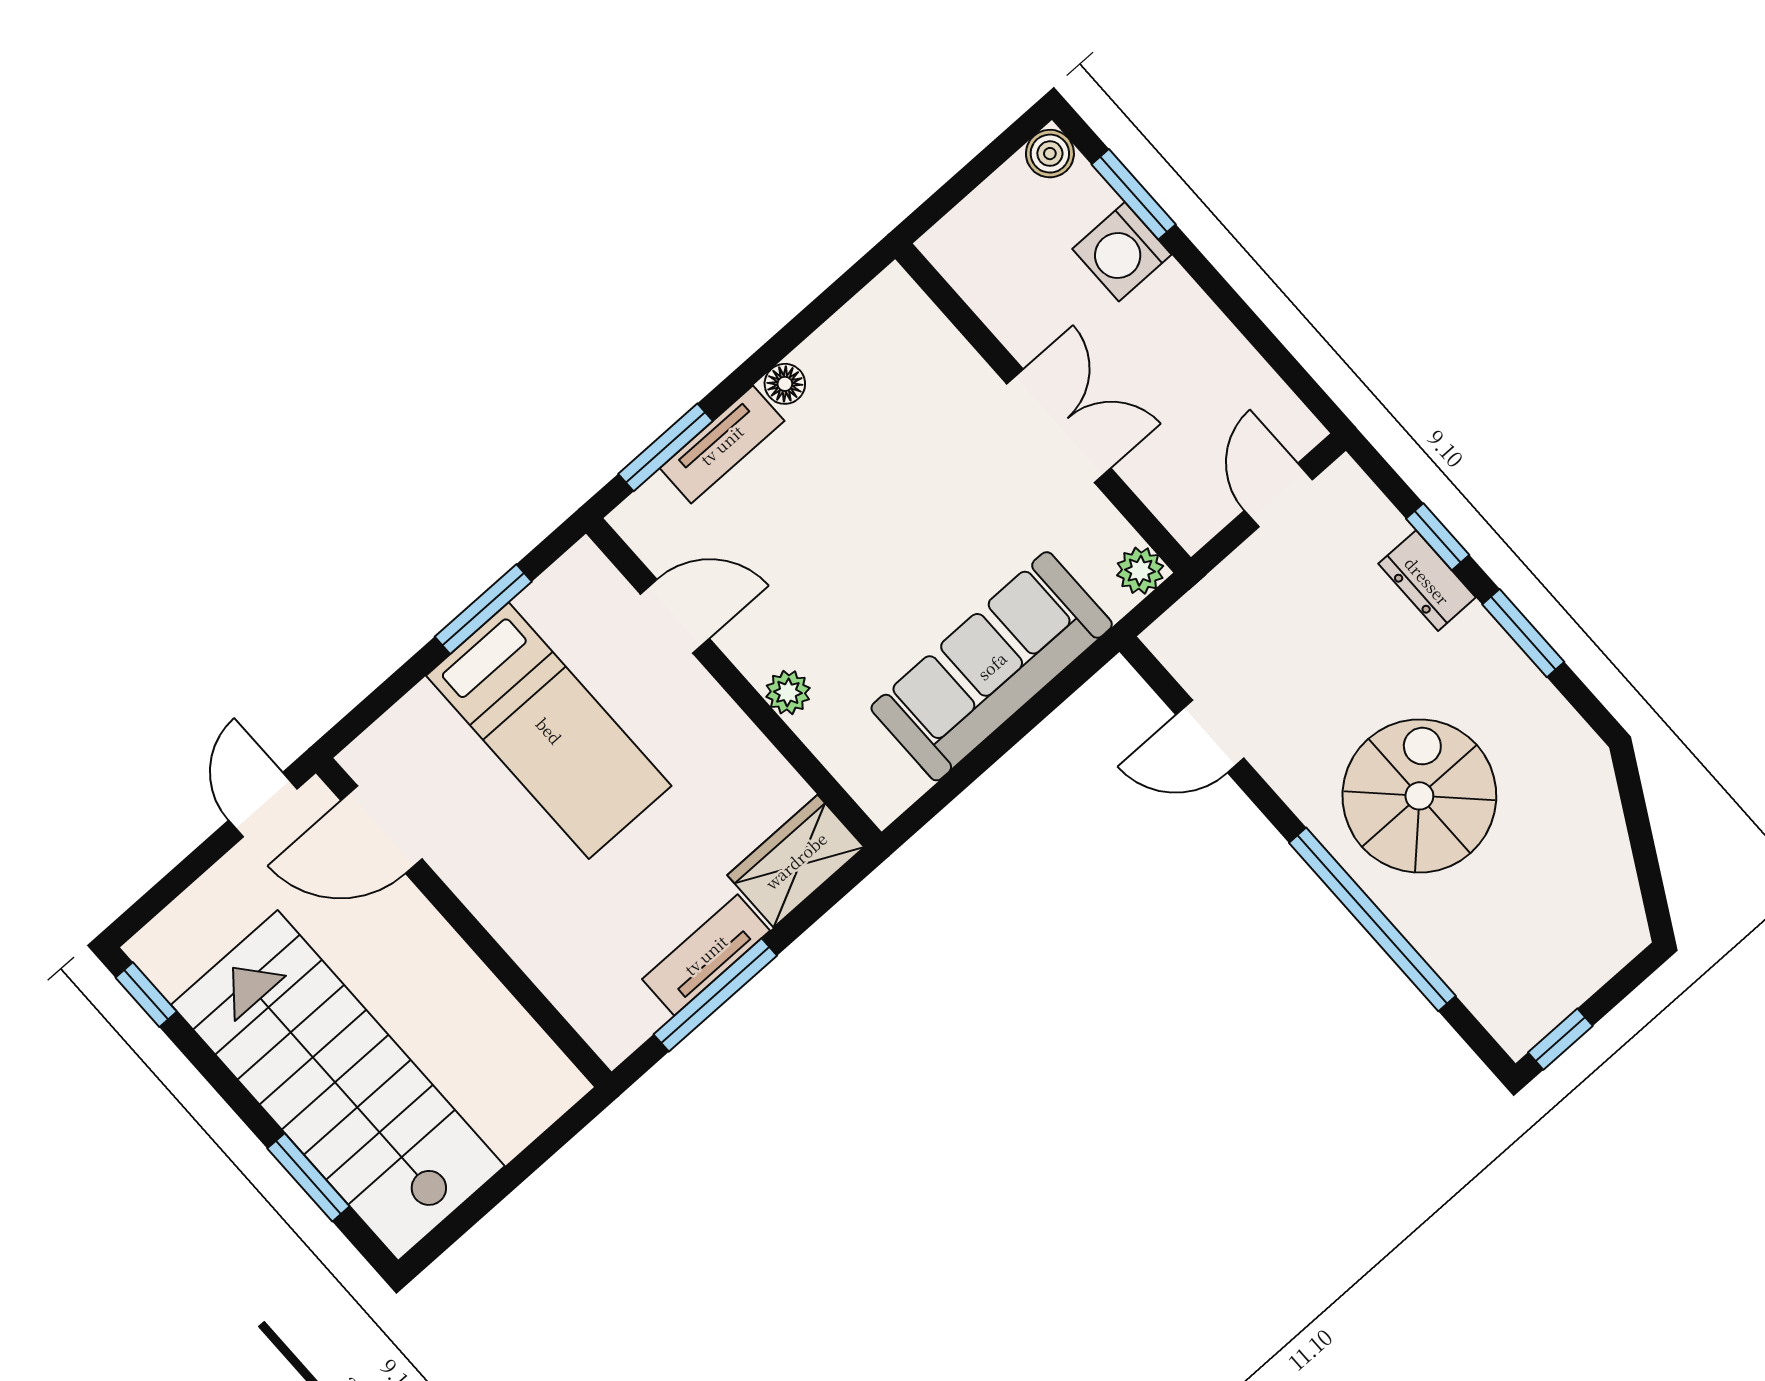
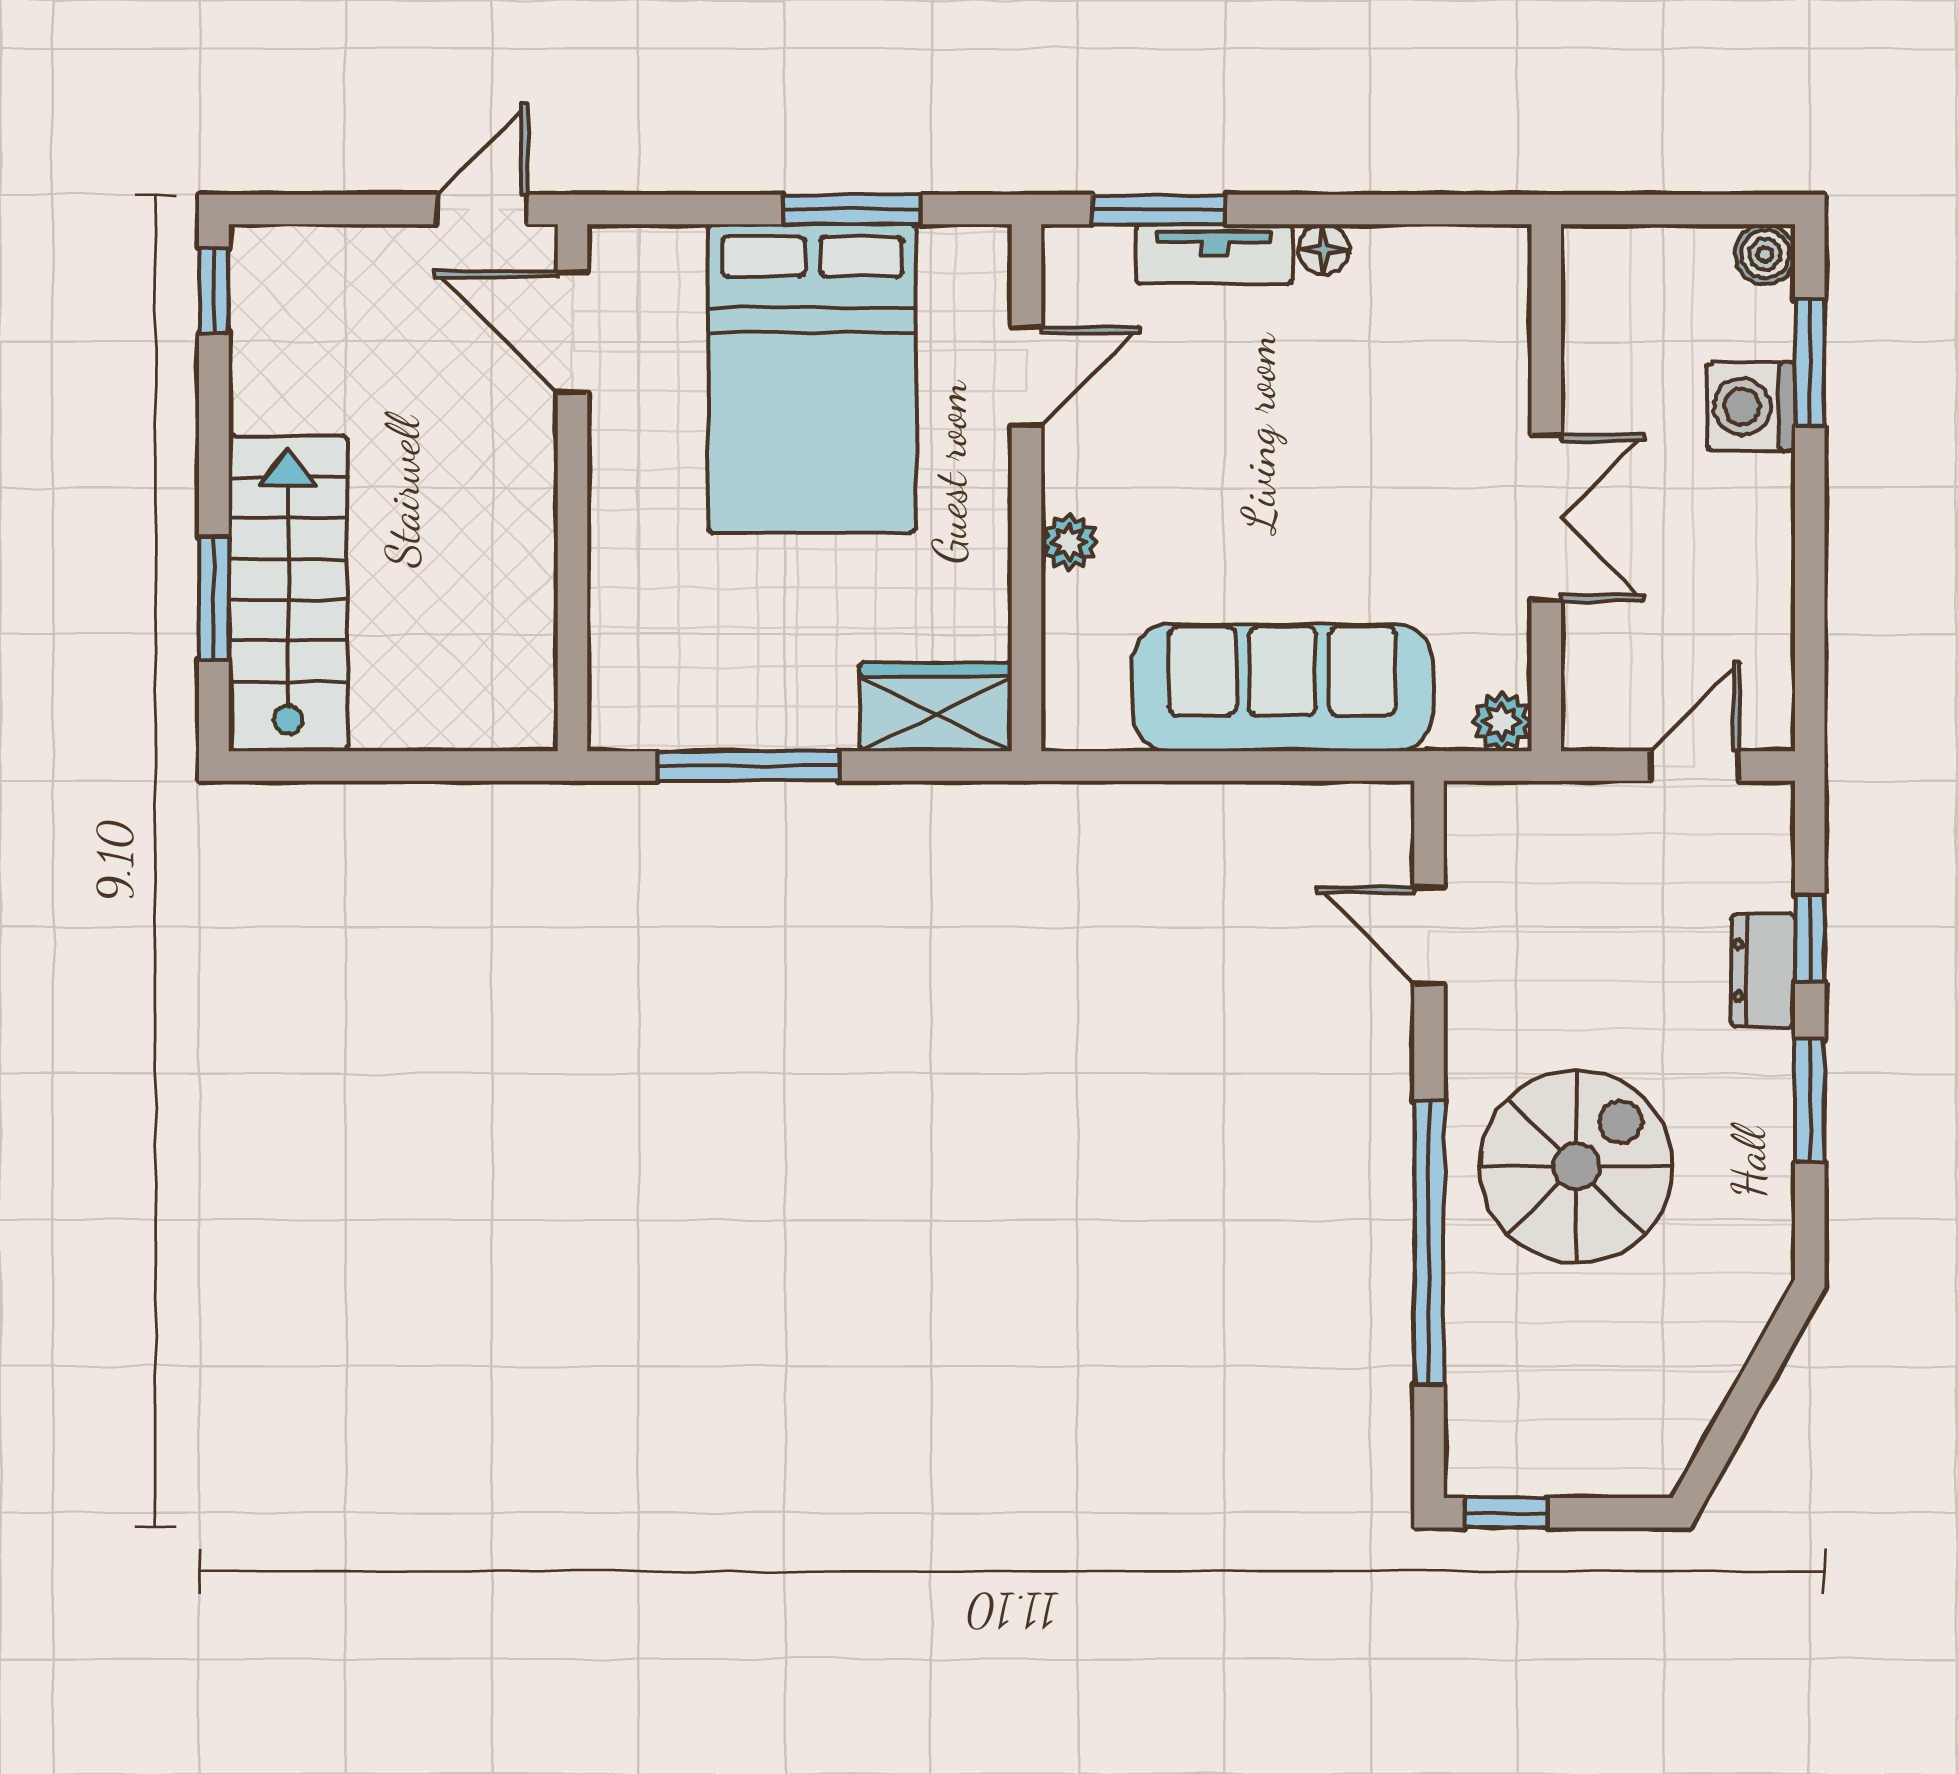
door: (675, 616) -> (1026, 376), hinge flipped
bed: (549, 731) -> (812, 379), width x1.50
tv unit: (706, 955) -> (773, 721), removed
stairs: (338, 1085) -> (288, 593), width x0.73, depth x0.66

